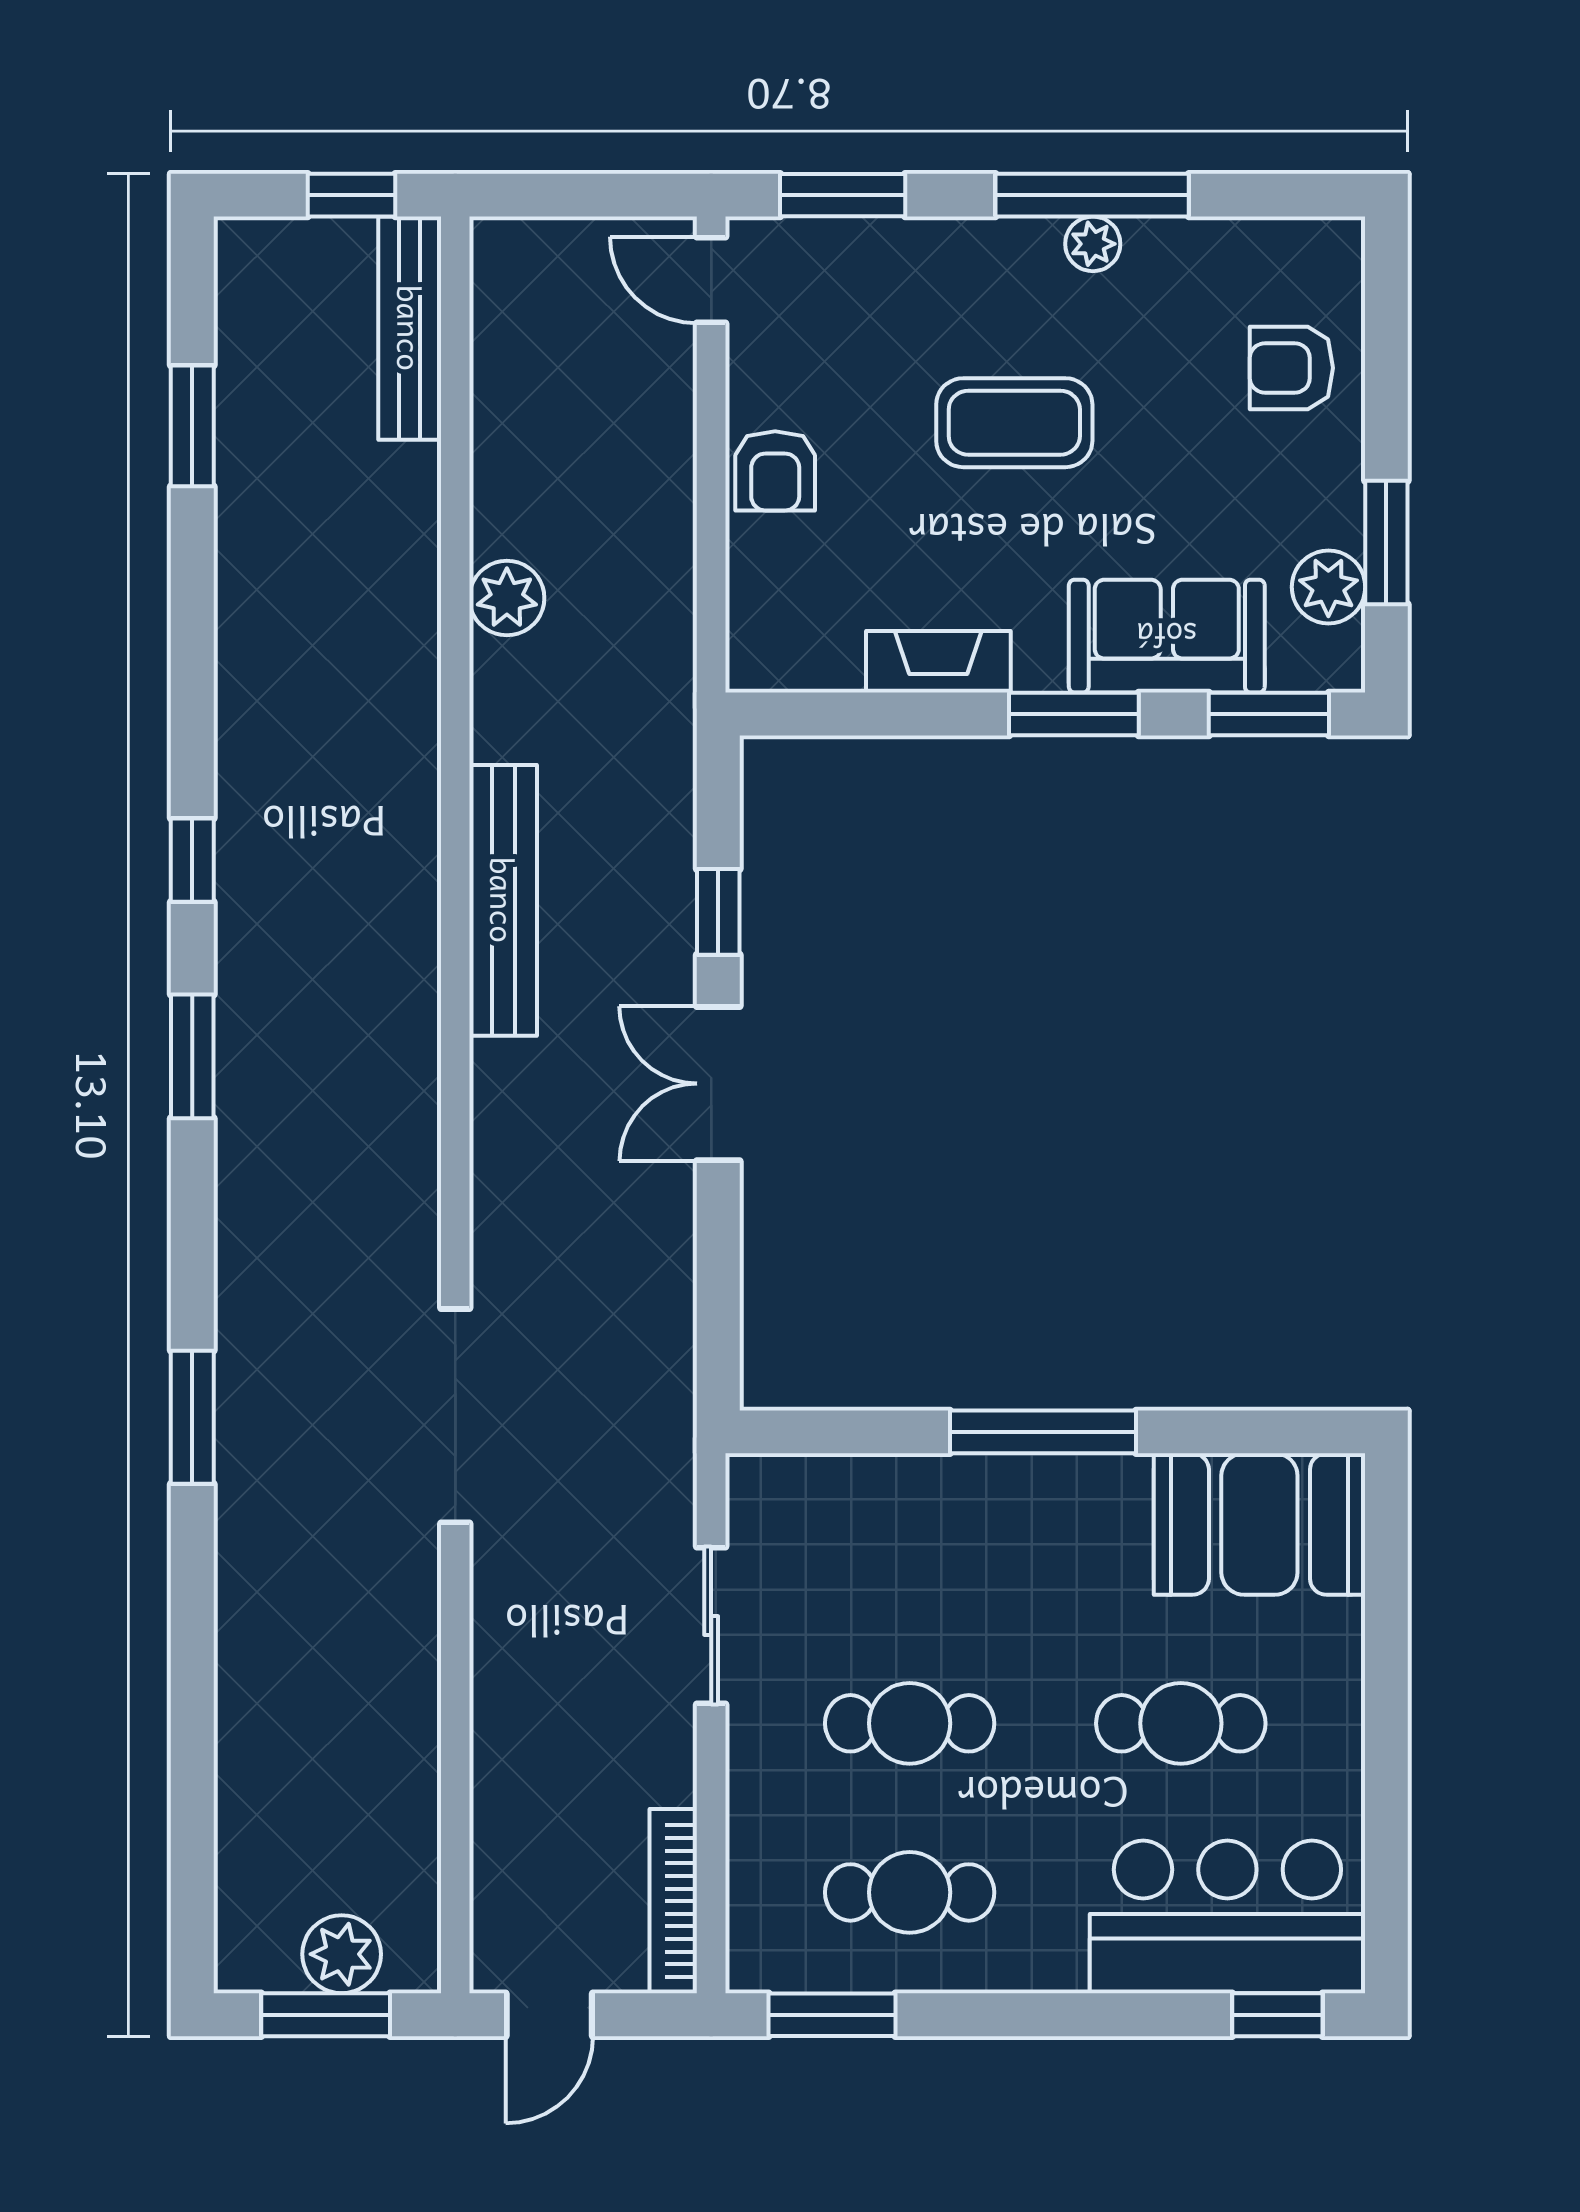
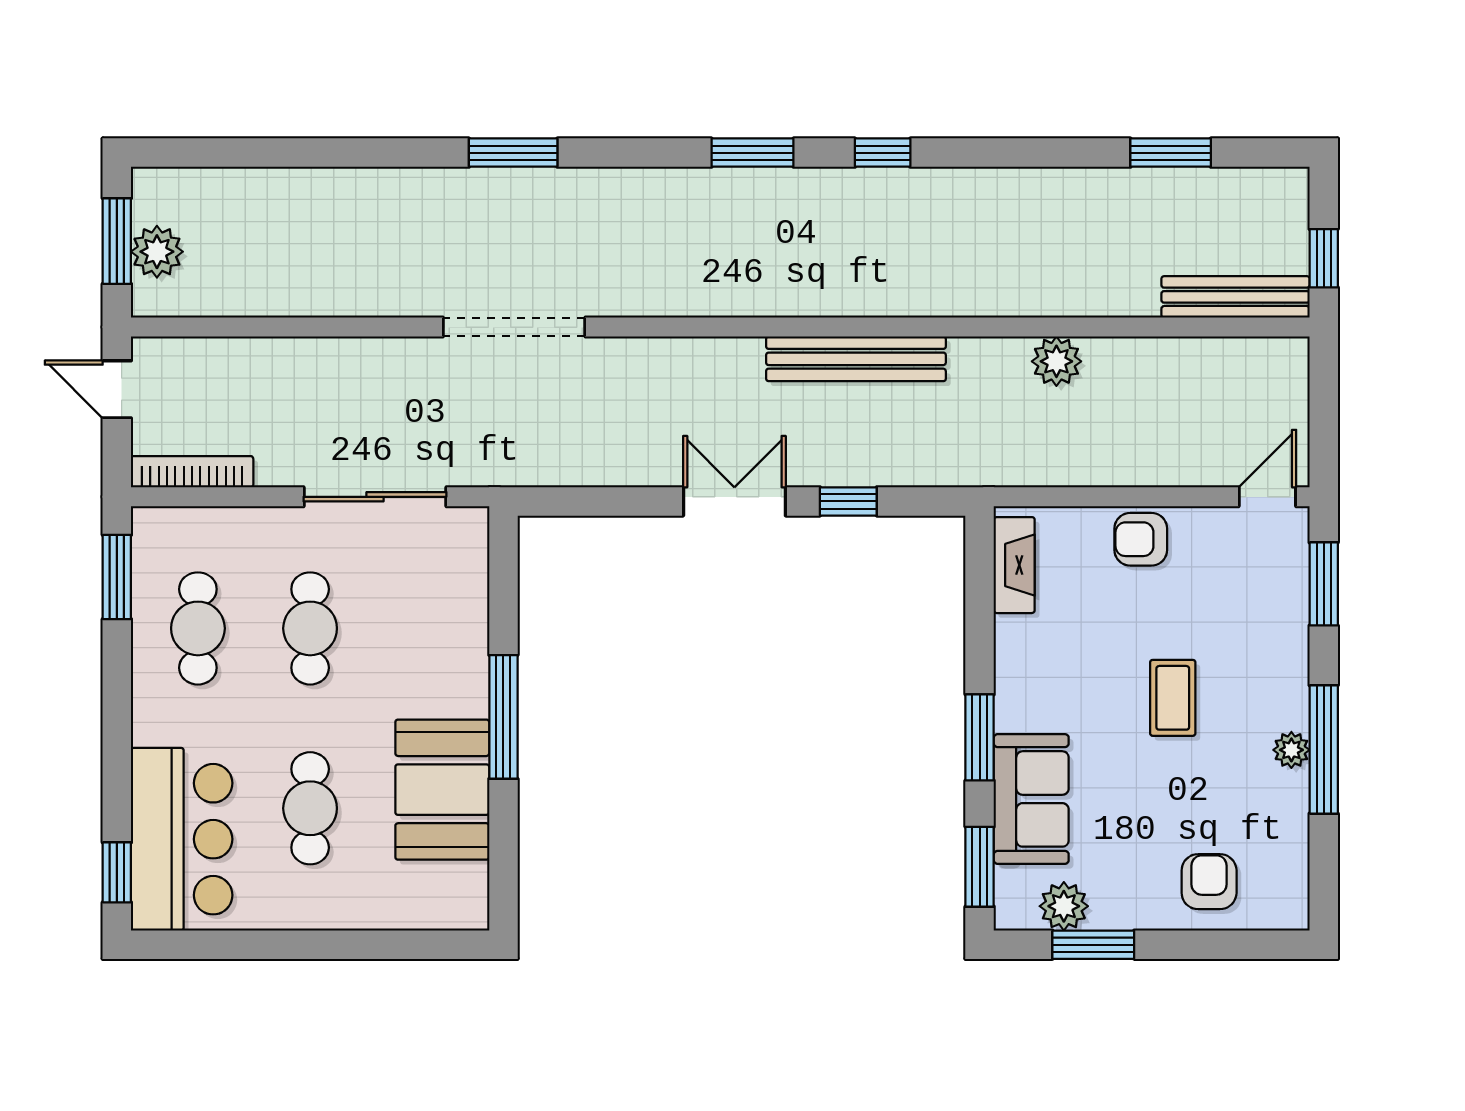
coffee table: (1014, 423) -> (1173, 698), width x0.73, depth x0.77
fireplace: (938, 662) -> (1014, 565), moved
booth: (1259, 1524) -> (442, 790), moved
sliding door: (711, 1626) -> (375, 497), width x1.37

